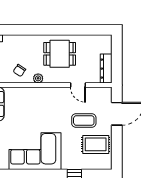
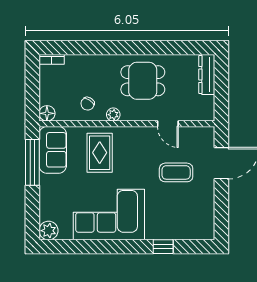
dresser: (106, 69) -> (207, 75), moved
rug: (96, 144) -> (100, 153), moved, turned 90

